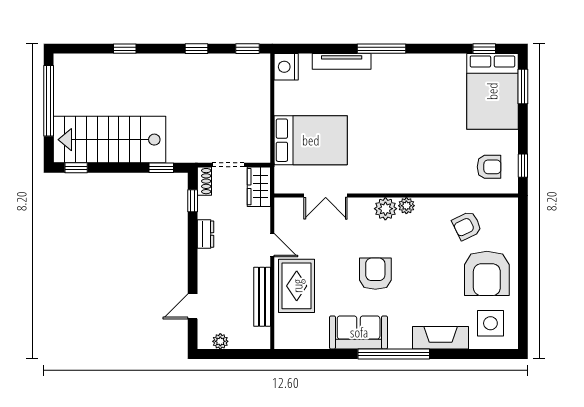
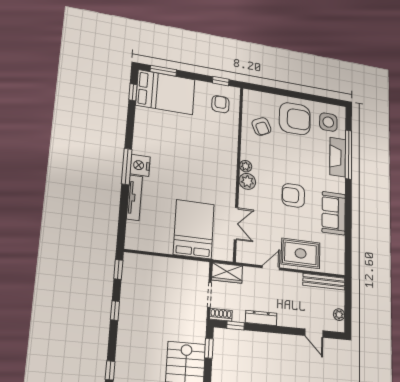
nightstand: (286, 67) -> (140, 165), moved, turned 90
dresser: (205, 234) -> (261, 318), width x1.44
bench: (262, 297) -> (324, 282), moved
window: (394, 354) -> (348, 155), moved

